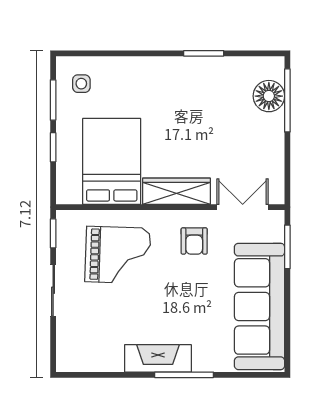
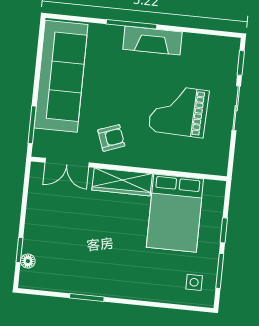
floor lamp: (269, 96) -> (28, 261), width x0.53, depth x0.53
window: (287, 100) -> (19, 250), width x0.46
window: (53, 233) -> (241, 63), moved
armchair: (194, 241) -> (111, 138), turned 70
grand piano: (118, 255) -> (179, 111), moved

